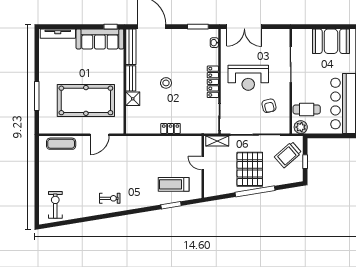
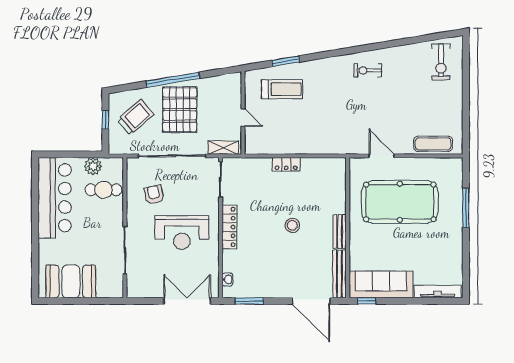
reception desk: (248, 78) -> (182, 232), turned 180
shower: (133, 99) -> (337, 204), removed
plant: (301, 127) -> (93, 166), moved
door: (100, 135) -> (382, 156), hinge flipped
trolley: (288, 155) -> (136, 117), moved

